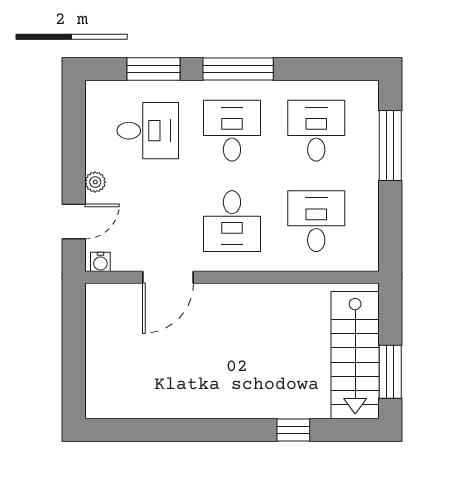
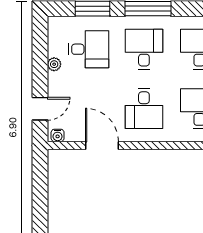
plant: (95, 182) -> (54, 64), moved
door: (168, 277) -> (102, 145), swing flipped

